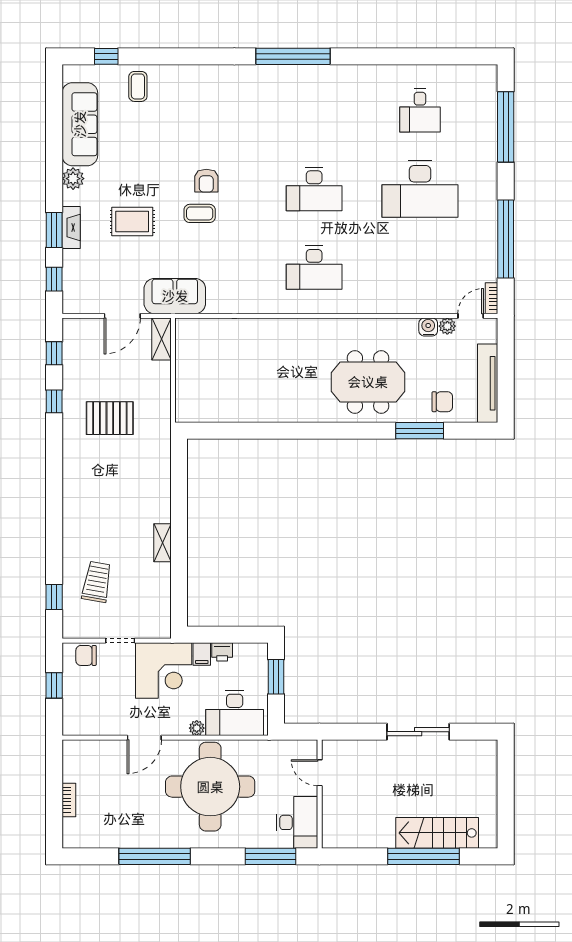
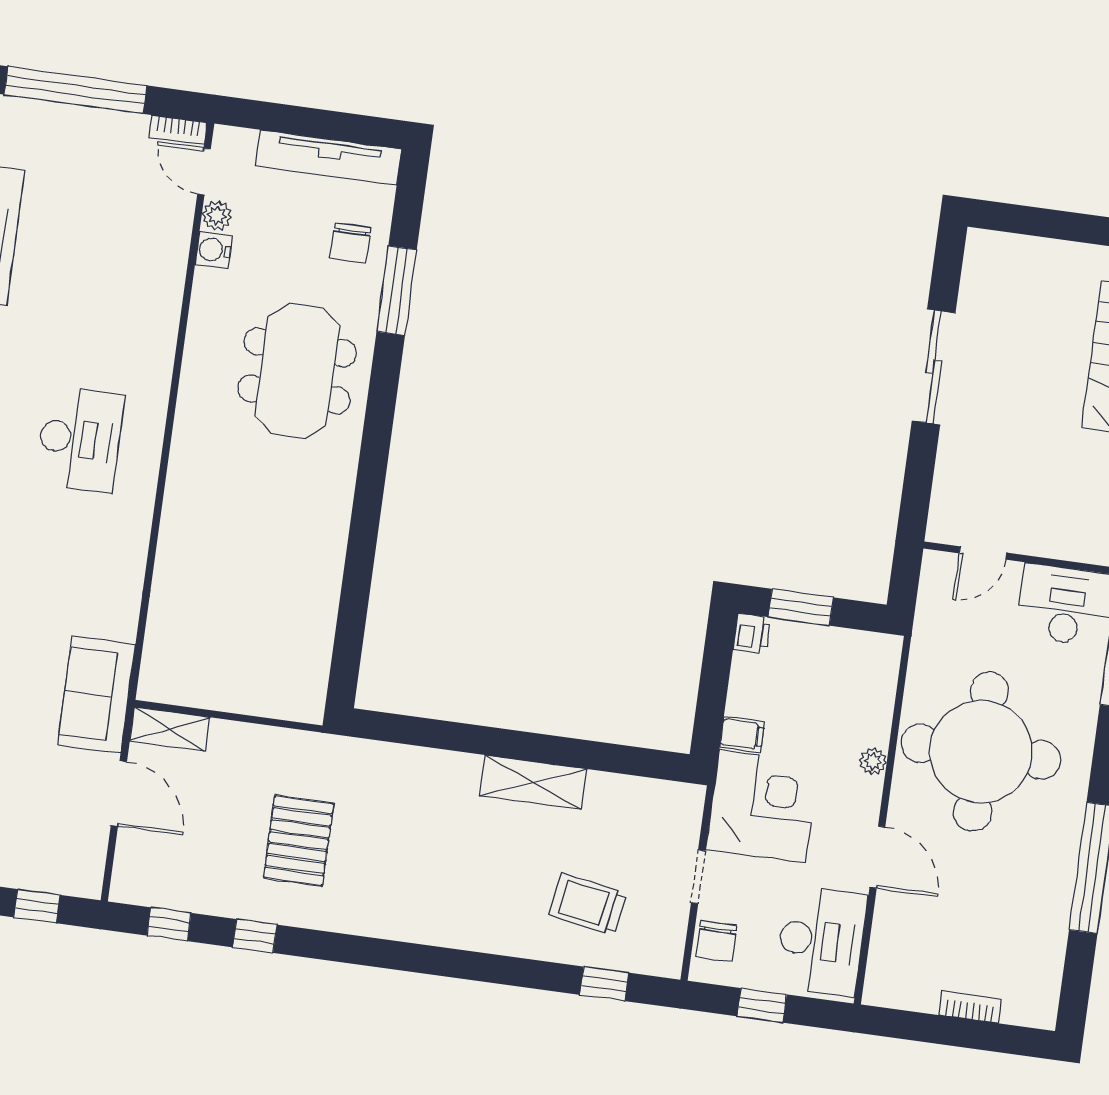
chair: (442, 402) -> (351, 243), turned 180
shelving: (162, 543) -> (533, 782), width x1.50, depth x1.33
printer: (222, 652) -> (752, 634), moved
desk: (235, 713) -> (821, 941), moved

